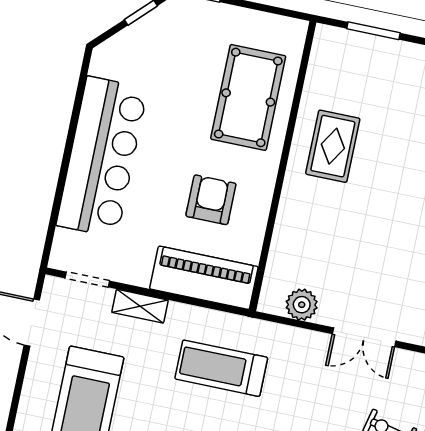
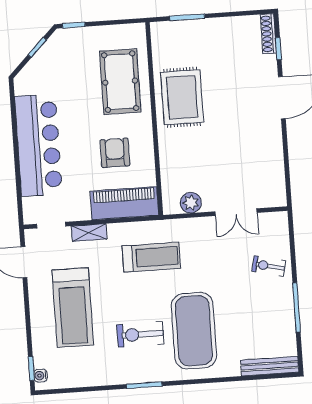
rug: (333, 146) -> (182, 97), width x1.36, depth x1.43
treadmill: (221, 368) -> (151, 257), turned 180

